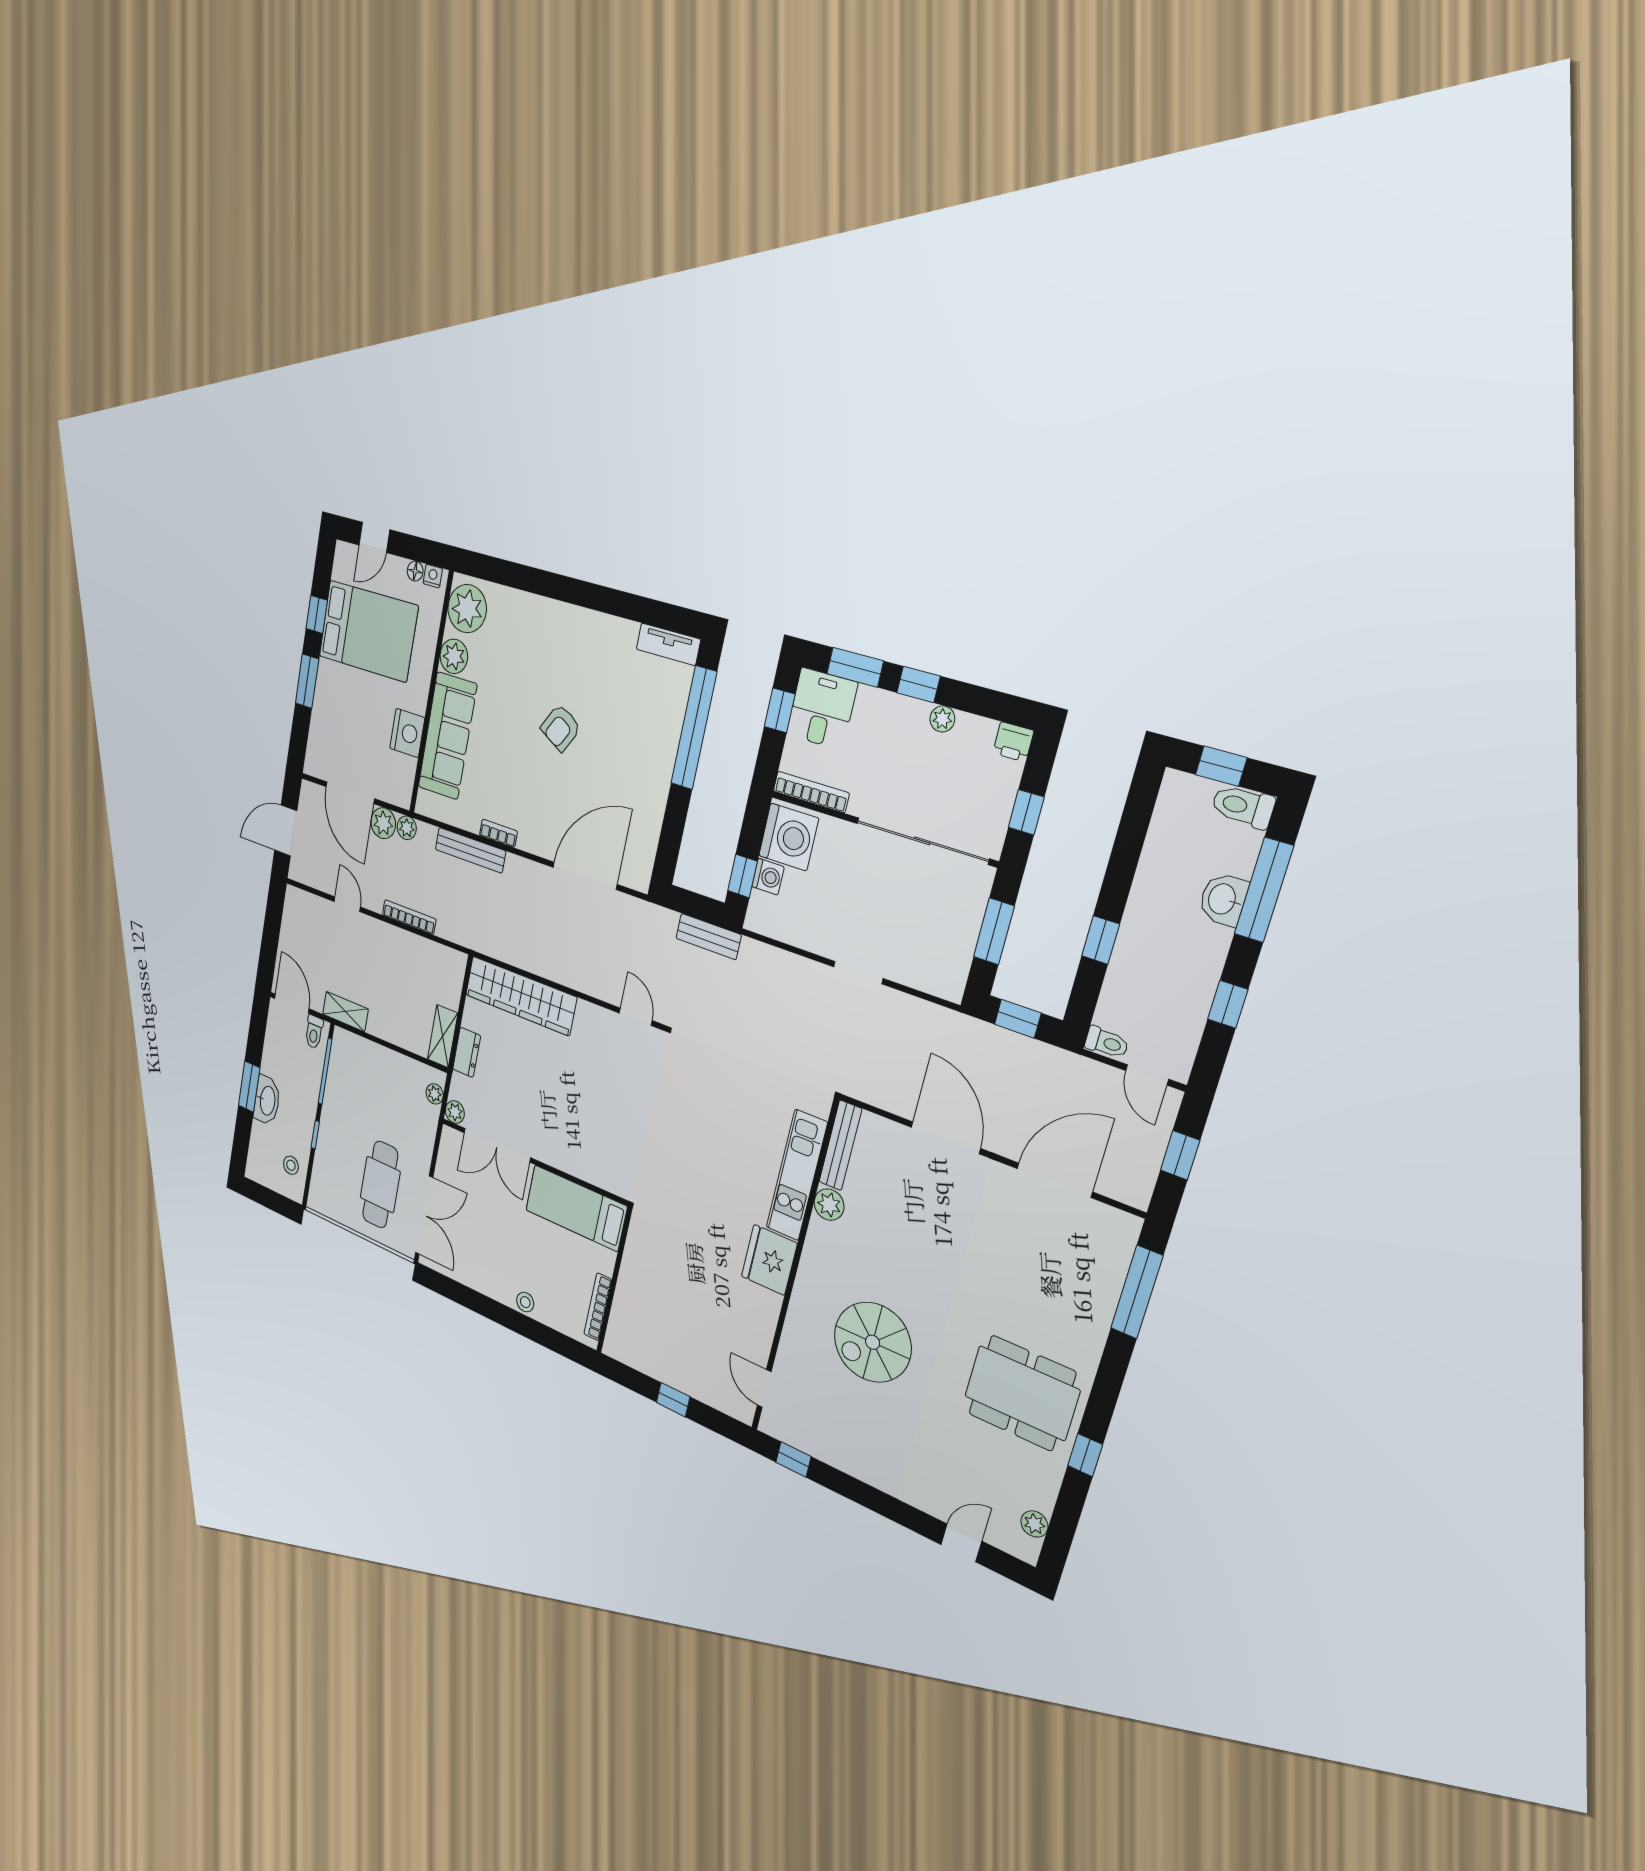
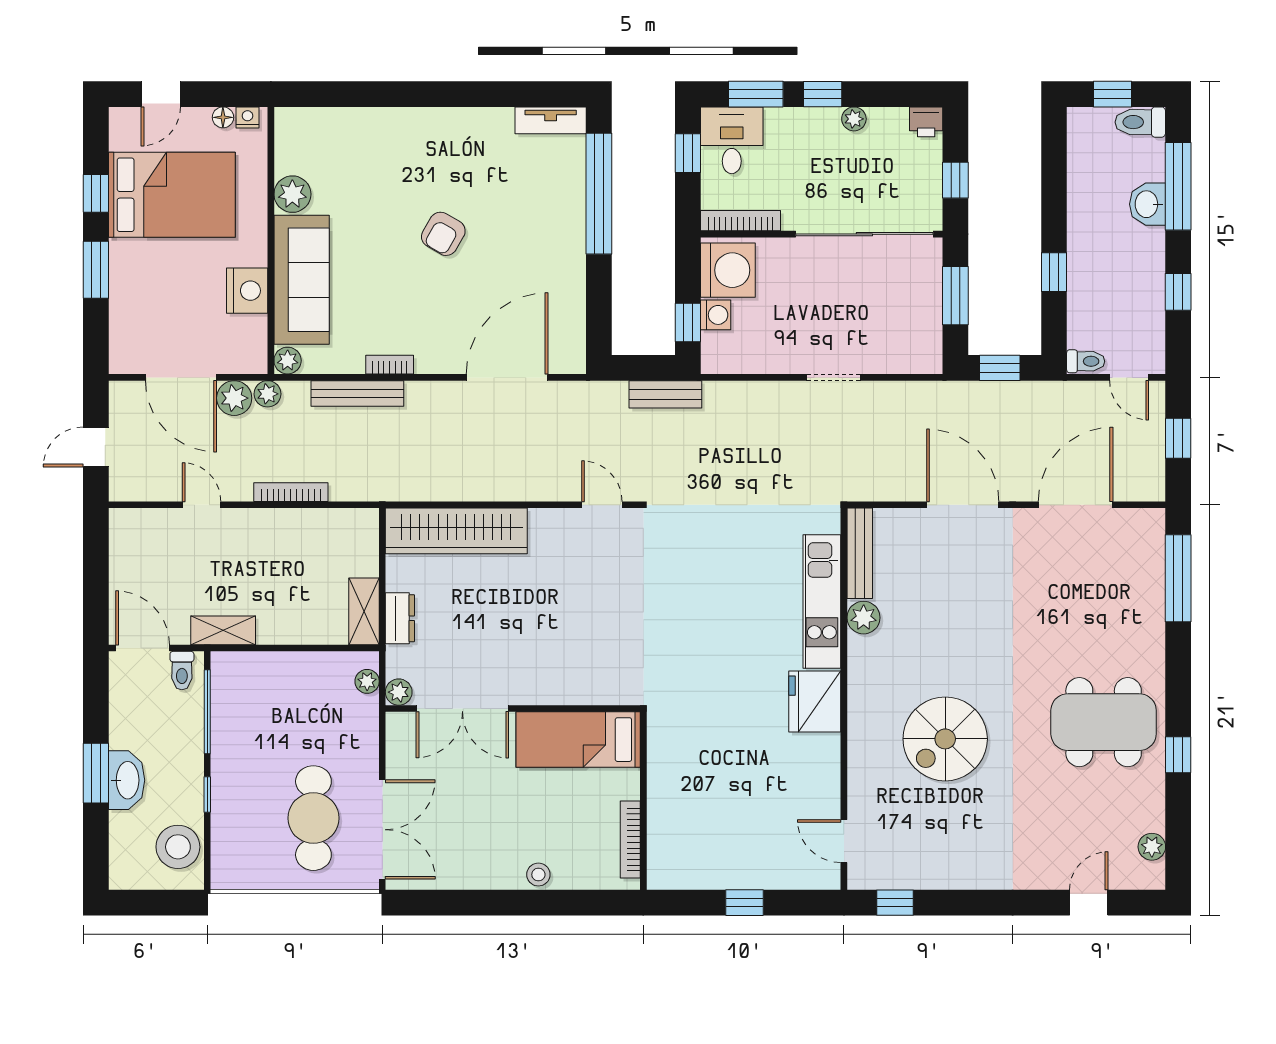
plant: (467, 609) -> (288, 361), moved, width x0.53, depth x0.53
door: (286, 831) -> (96, 447), width x0.73
stool: (291, 1165) -> (178, 847), width x1.89, depth x1.89

